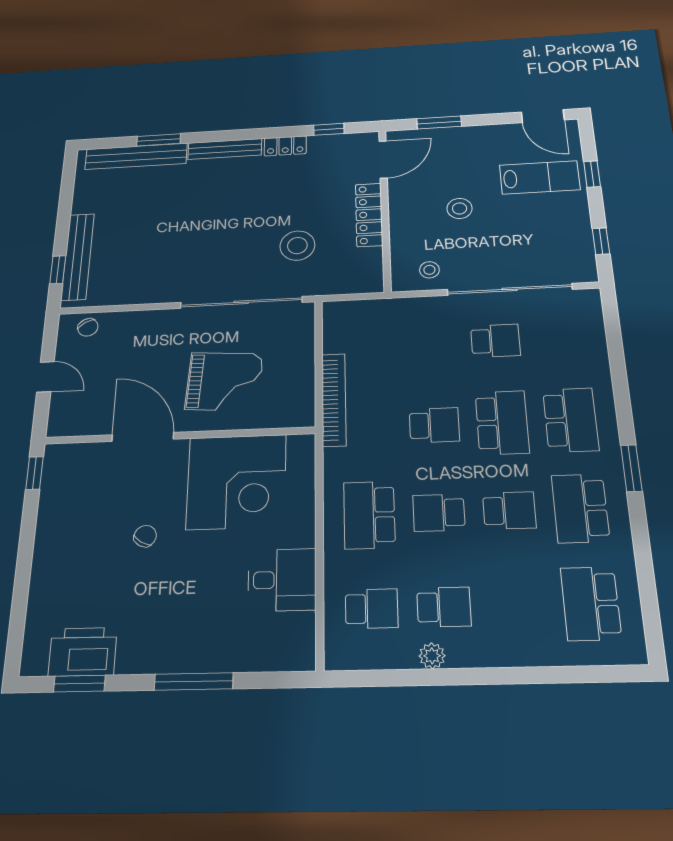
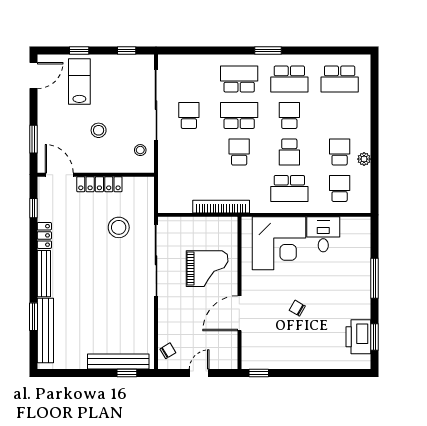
grand piano: (224, 382) -> (207, 269), turned 86
corner desk: (236, 482) -> (279, 243), moved, turned 90

